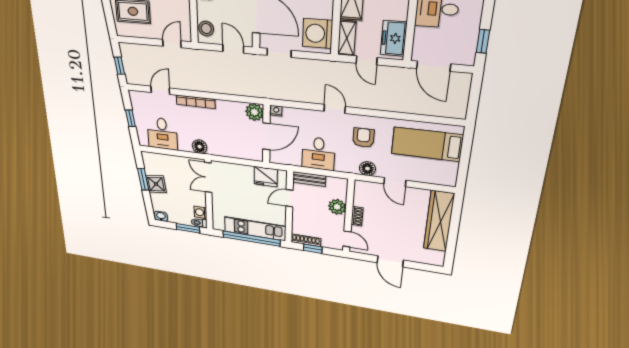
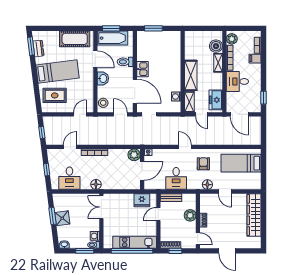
washing machine: (317, 33) -> (176, 96), width x0.53, depth x0.53

